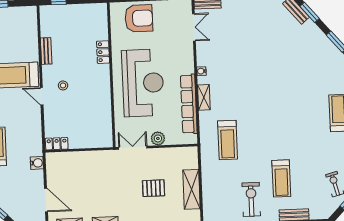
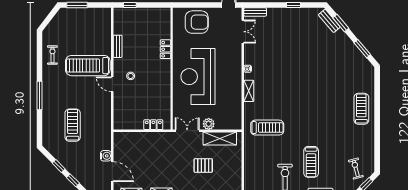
reception desk: (143, 83) -> (198, 77), turned 180
row of seats: (189, 104) -> (236, 96), removed
treadmill: (228, 140) -> (267, 128), turned -90
locker: (57, 144) -> (153, 125), moved
water cooler: (37, 163) -> (106, 156), moved
shelving: (191, 189) -> (220, 138), moved, turned 90

